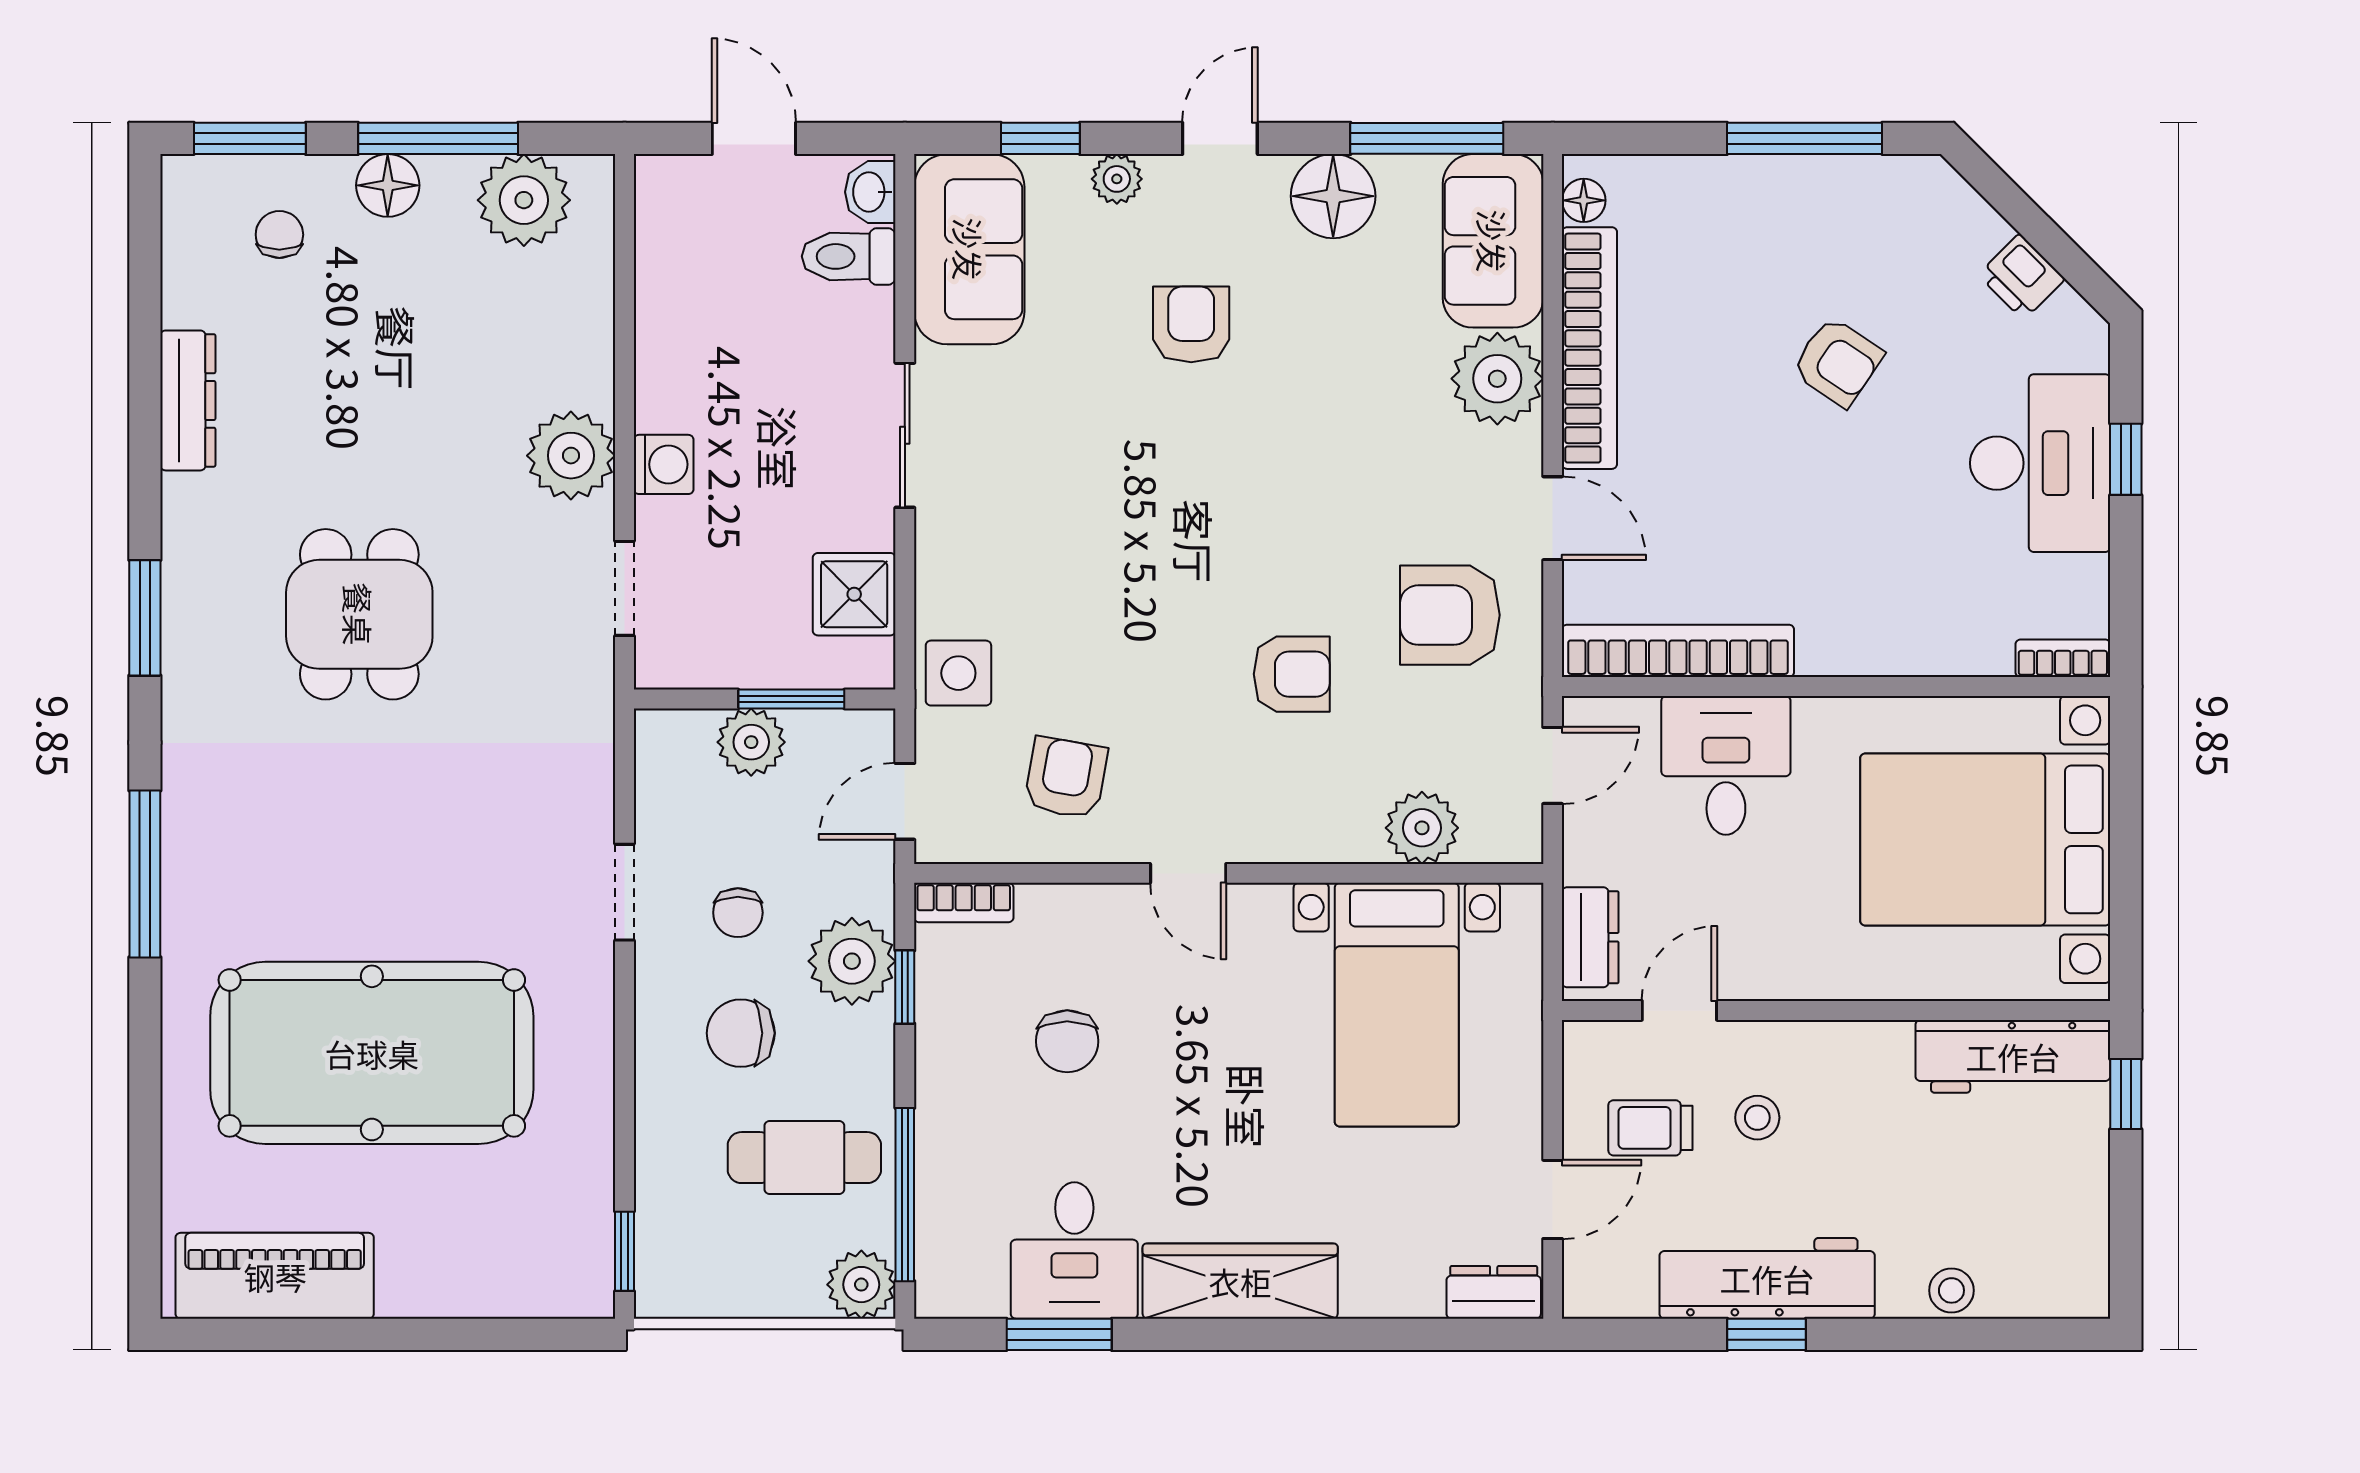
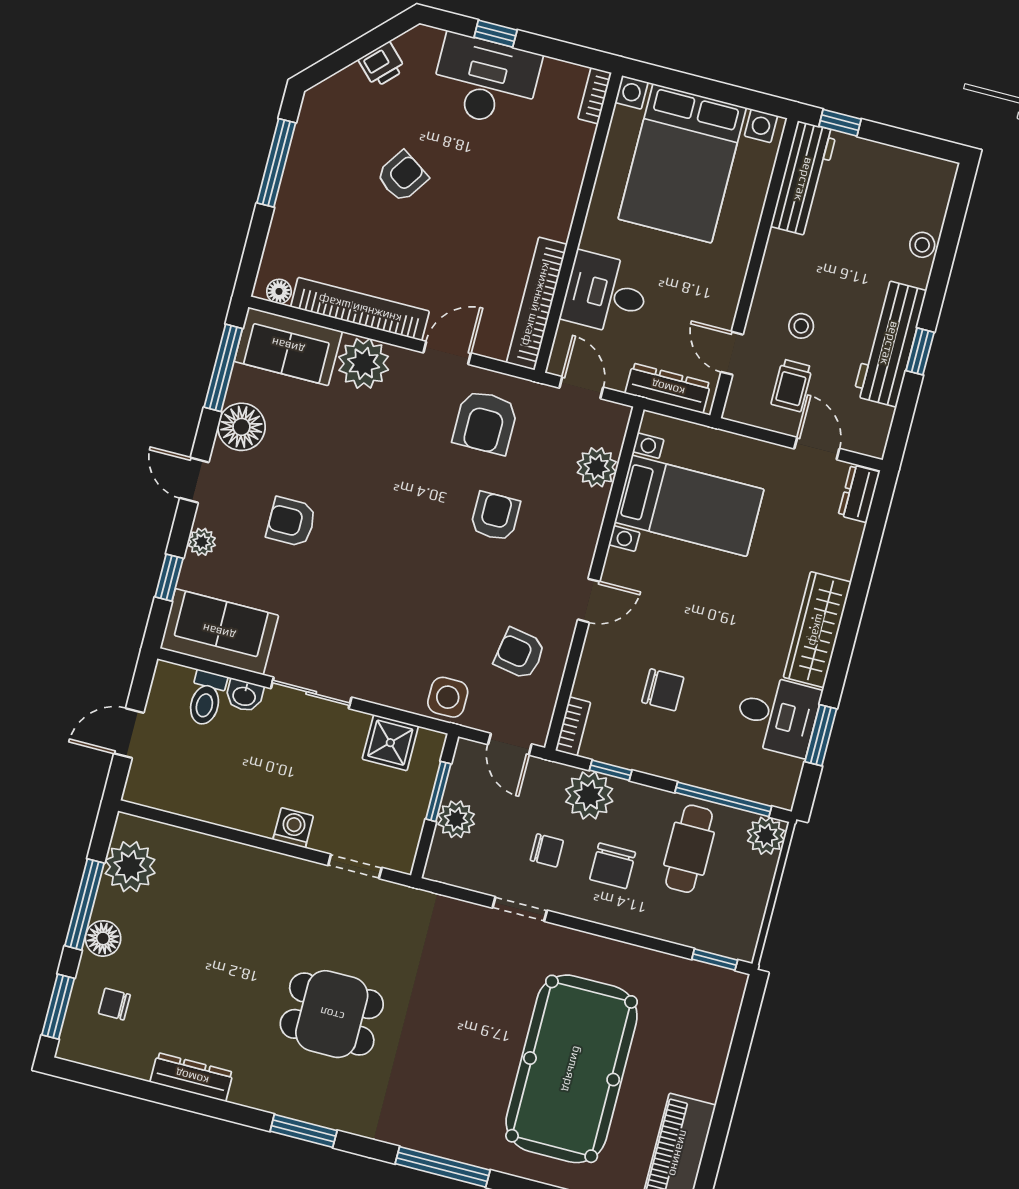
washbasin: (870, 192) -> (244, 696), moved
plant: (571, 456) -> (275, 877), removed
dresser: (1590, 937) -> (668, 388), width x1.44

